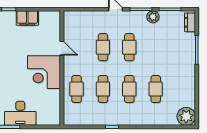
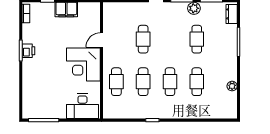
cafe table: (129, 47) -> (197, 39), moved
door: (62, 48) -> (101, 40), swing flipped
desk: (20, 113) -> (82, 106), moved
plant: (186, 116) -> (232, 86), moved, width x0.53, depth x0.53

